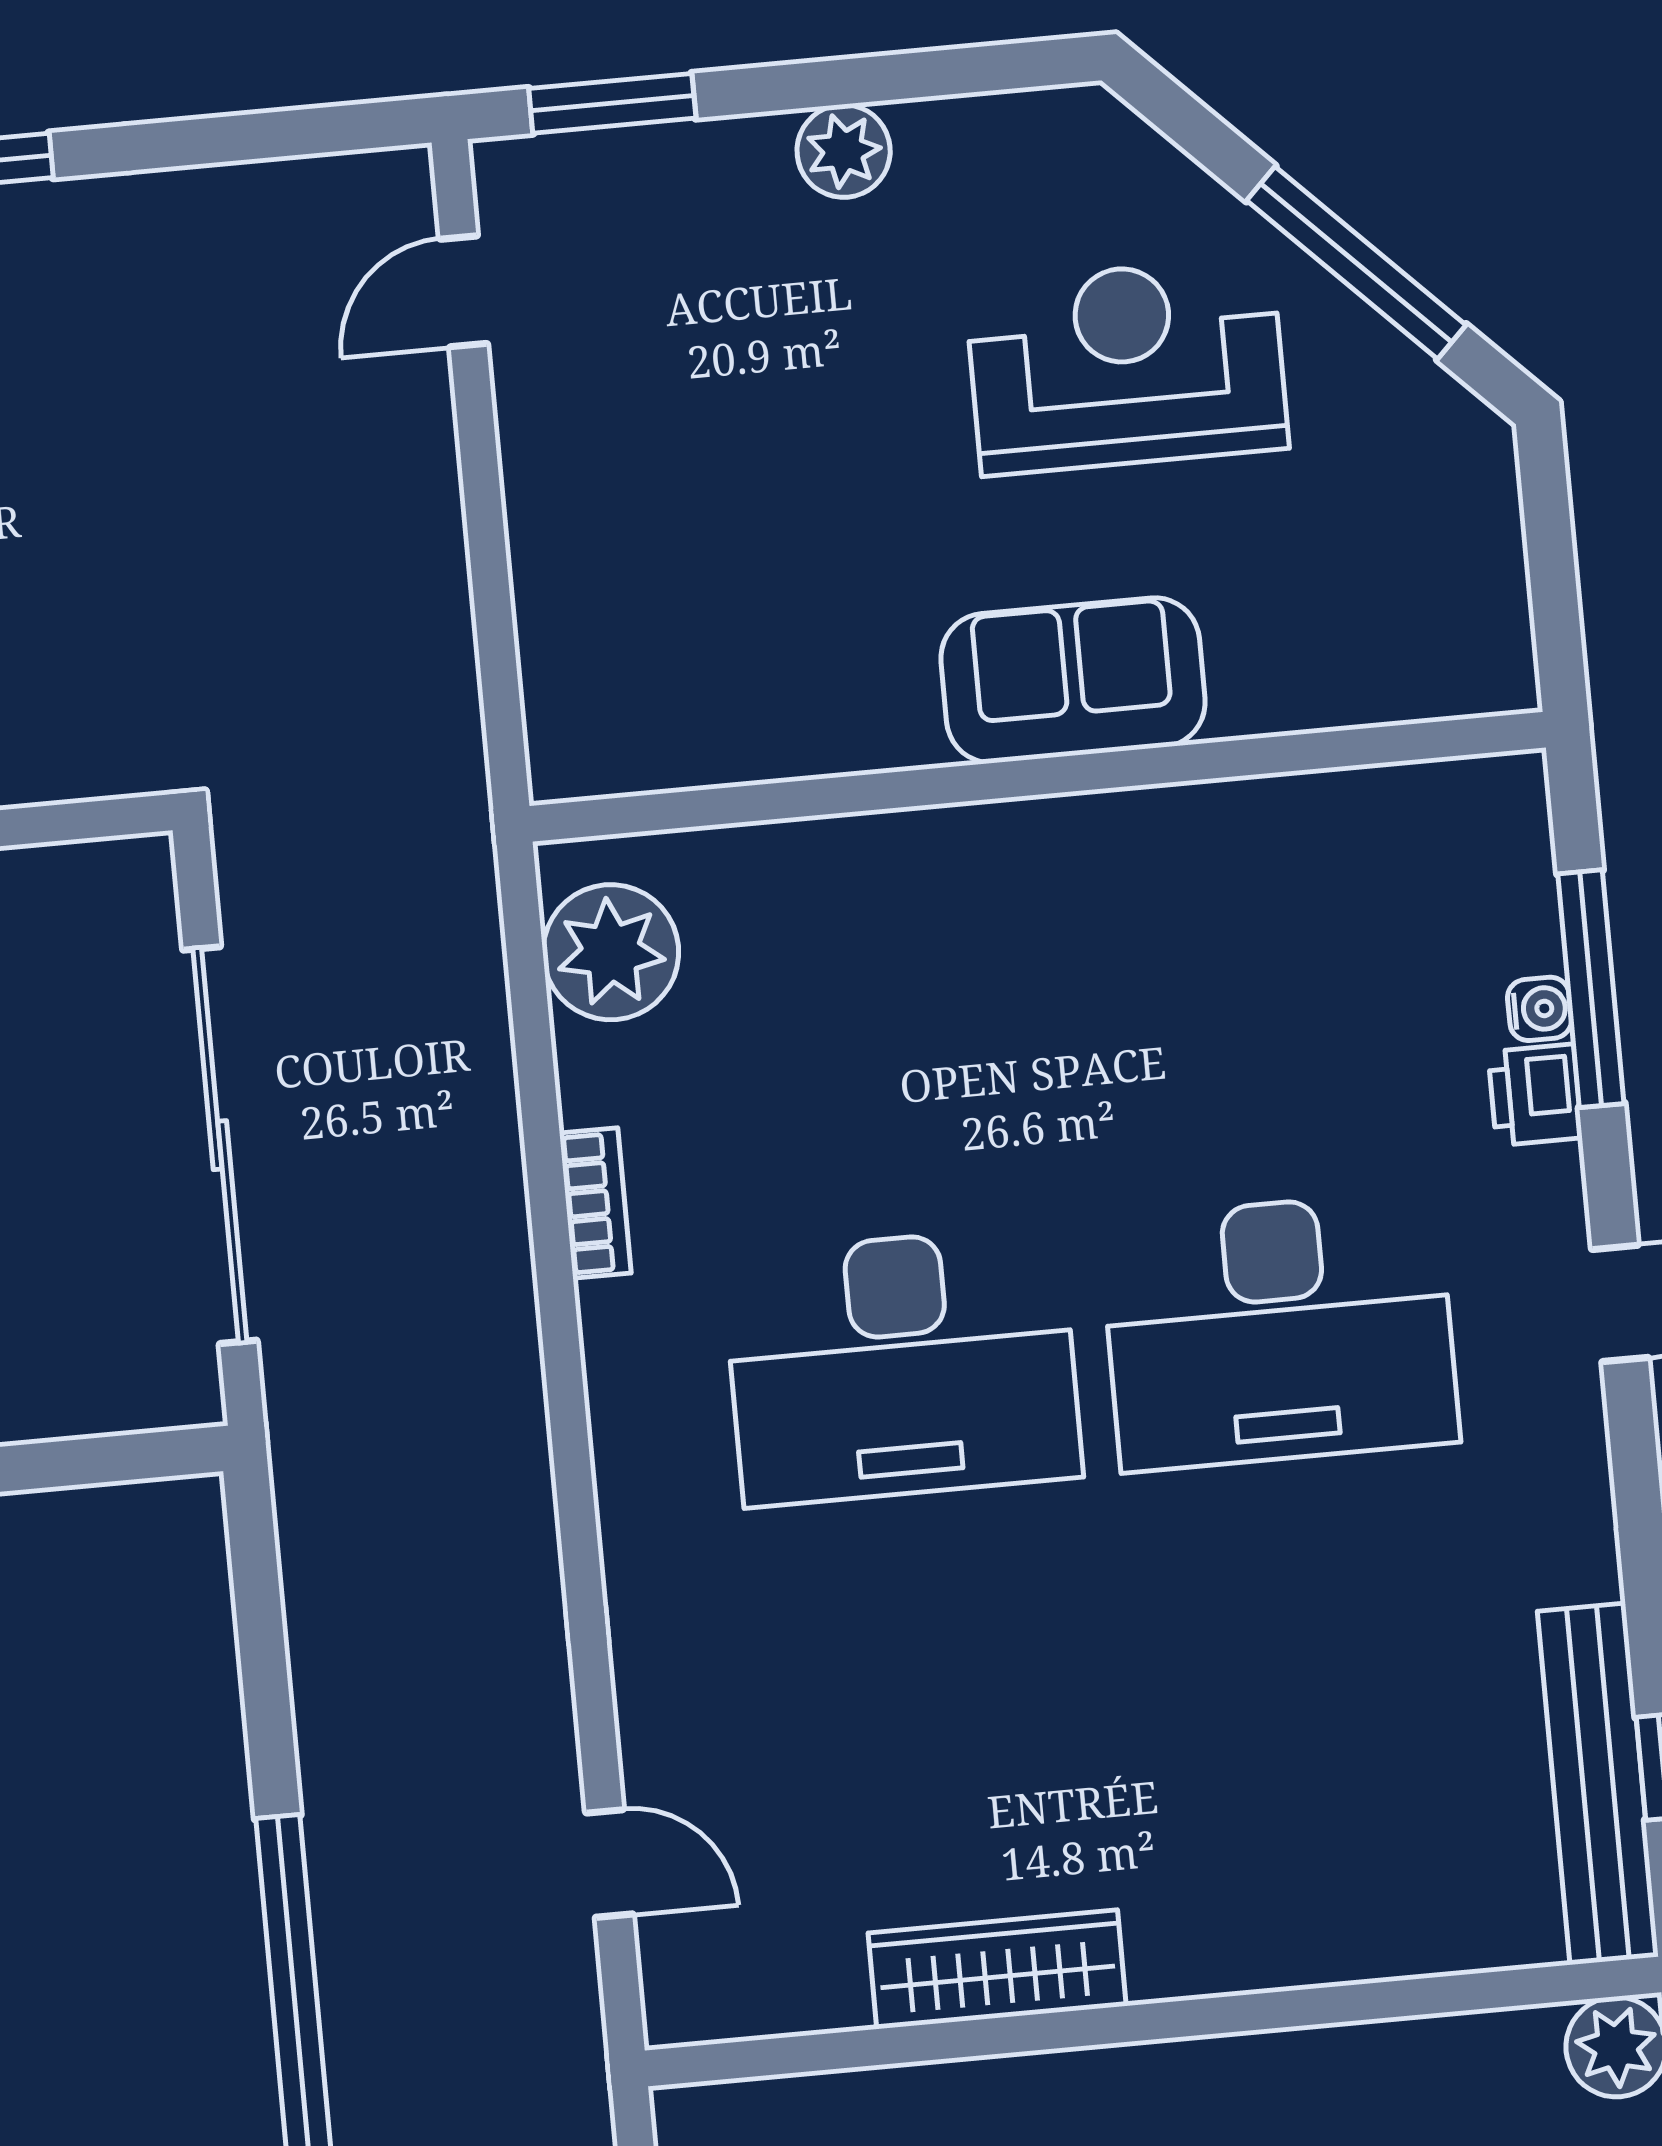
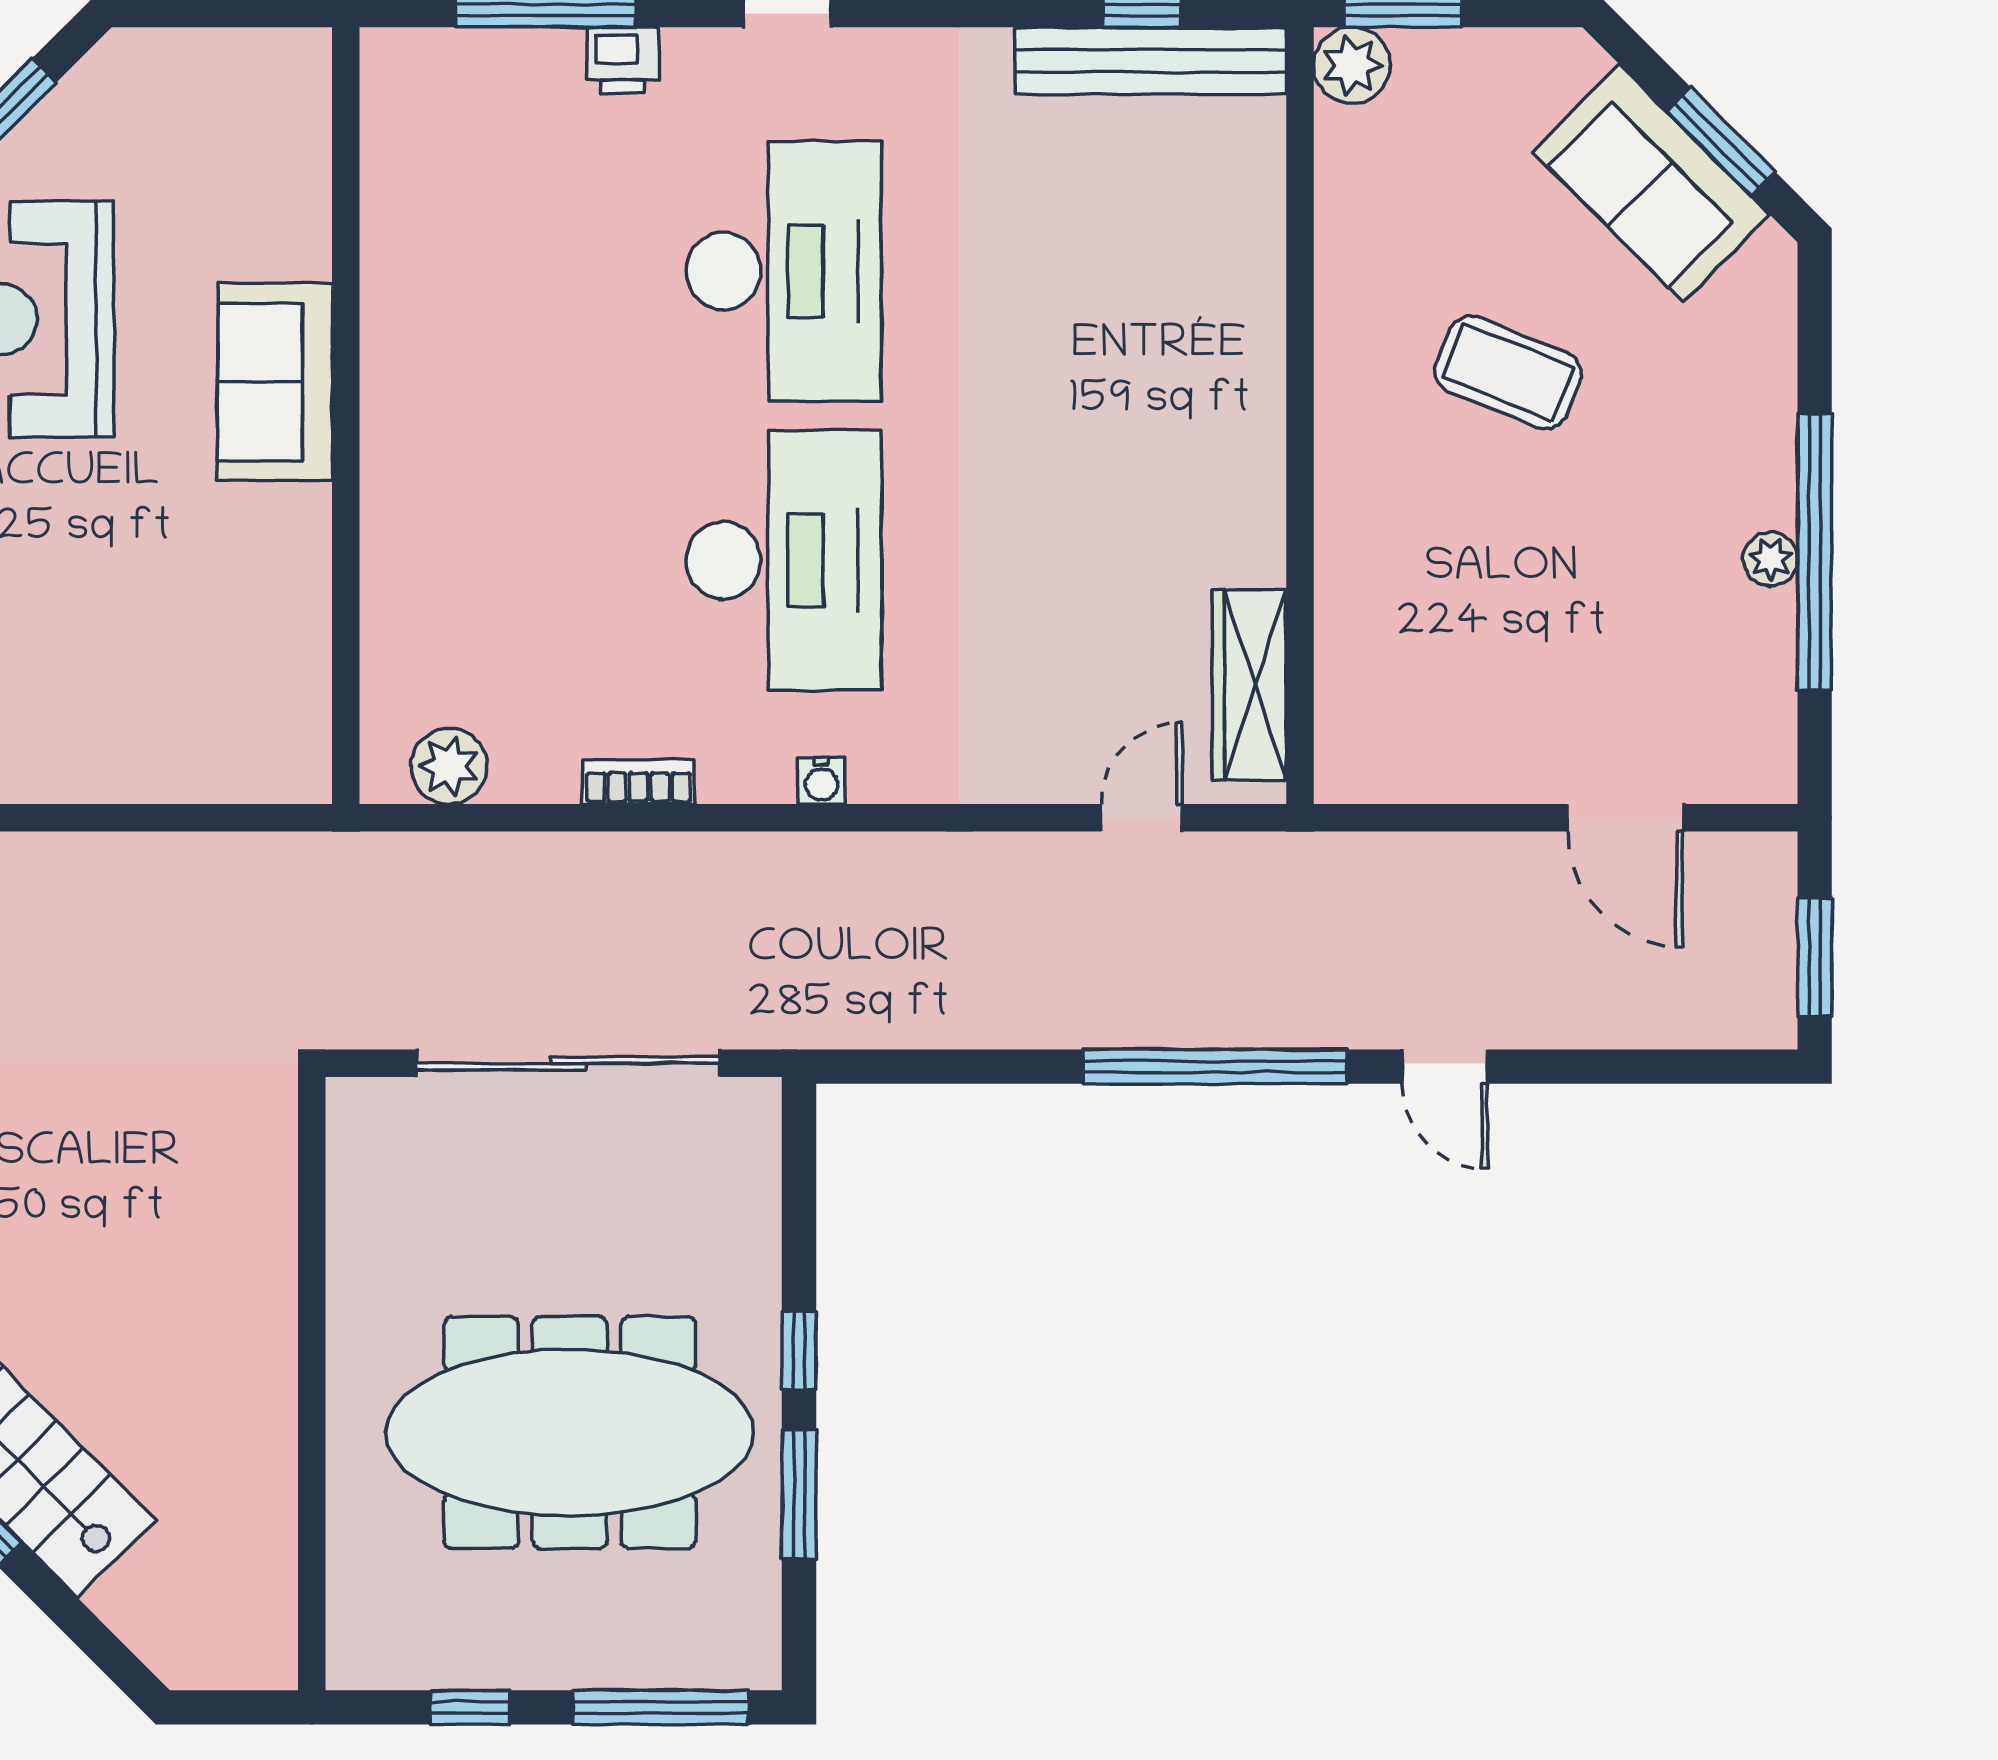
plant: (611, 952) -> (449, 766), width x0.73, depth x0.73
water cooler: (1539, 1009) -> (821, 781), moved, turned 180
wardrobe: (997, 1969) -> (1249, 685), moved

